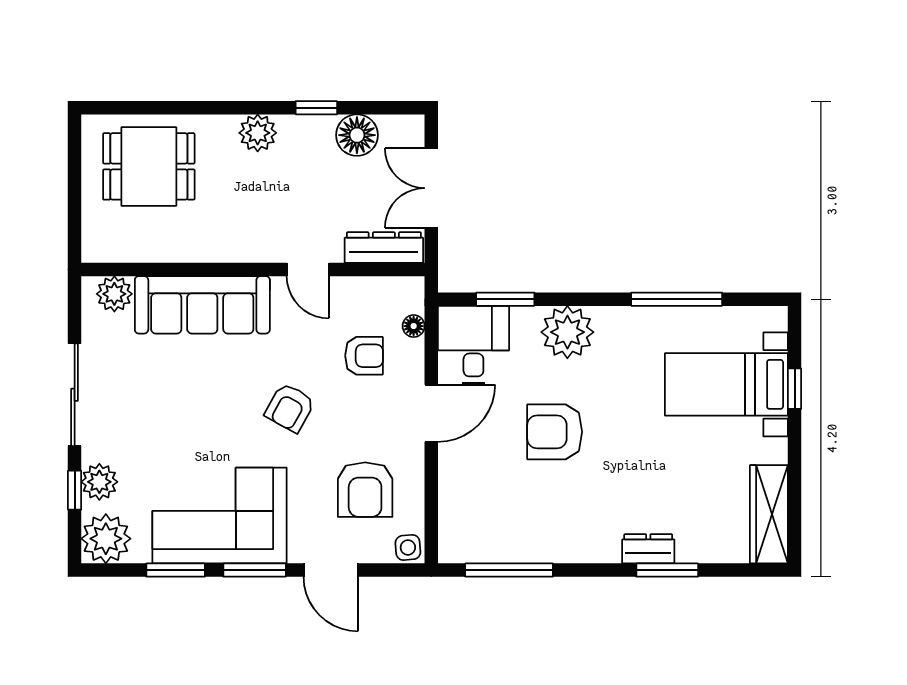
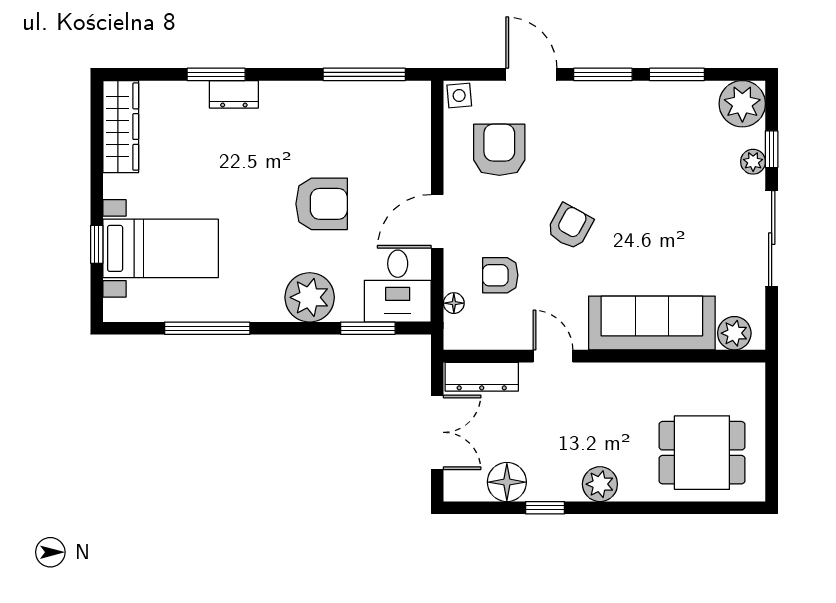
plant: (99, 482) -> (753, 162), width x0.73, depth x0.73
corner sofa: (220, 516) -> (636, 125), removed

